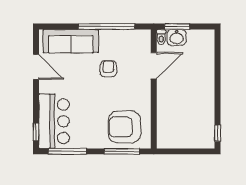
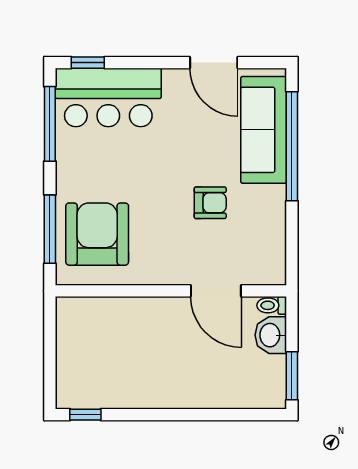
window: (107, 27) -> (292, 146), moved
window: (177, 27) -> (292, 376), moved
door: (36, 67) -> (214, 63), hinge flipped

